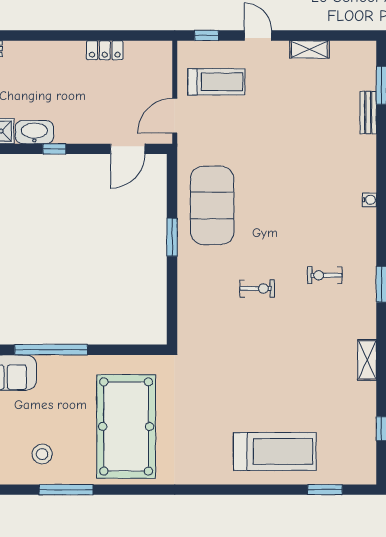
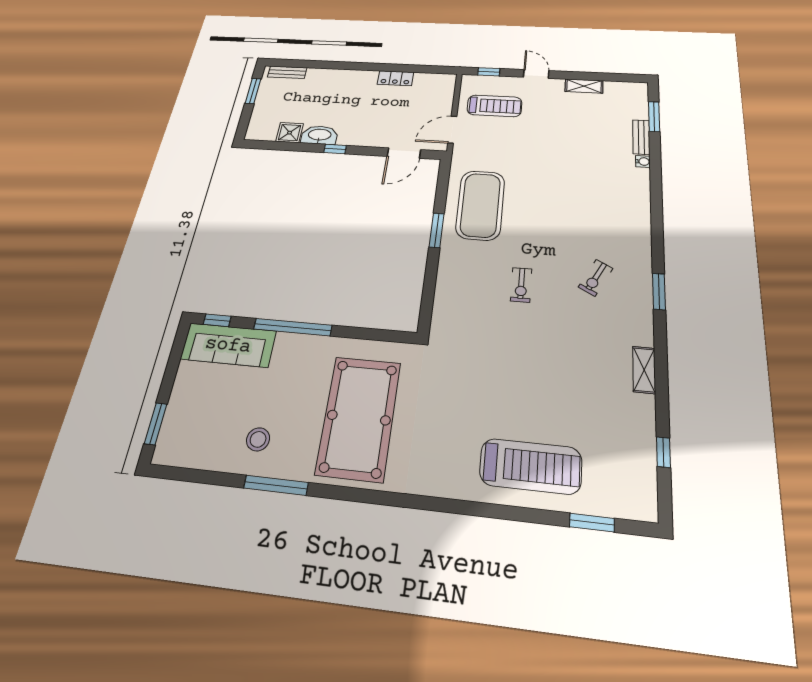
water cooler: (369, 200) -> (643, 161), moved
exercise bike: (325, 275) -> (596, 278), turned -62
exercise bike: (257, 288) -> (521, 285), turned 90

